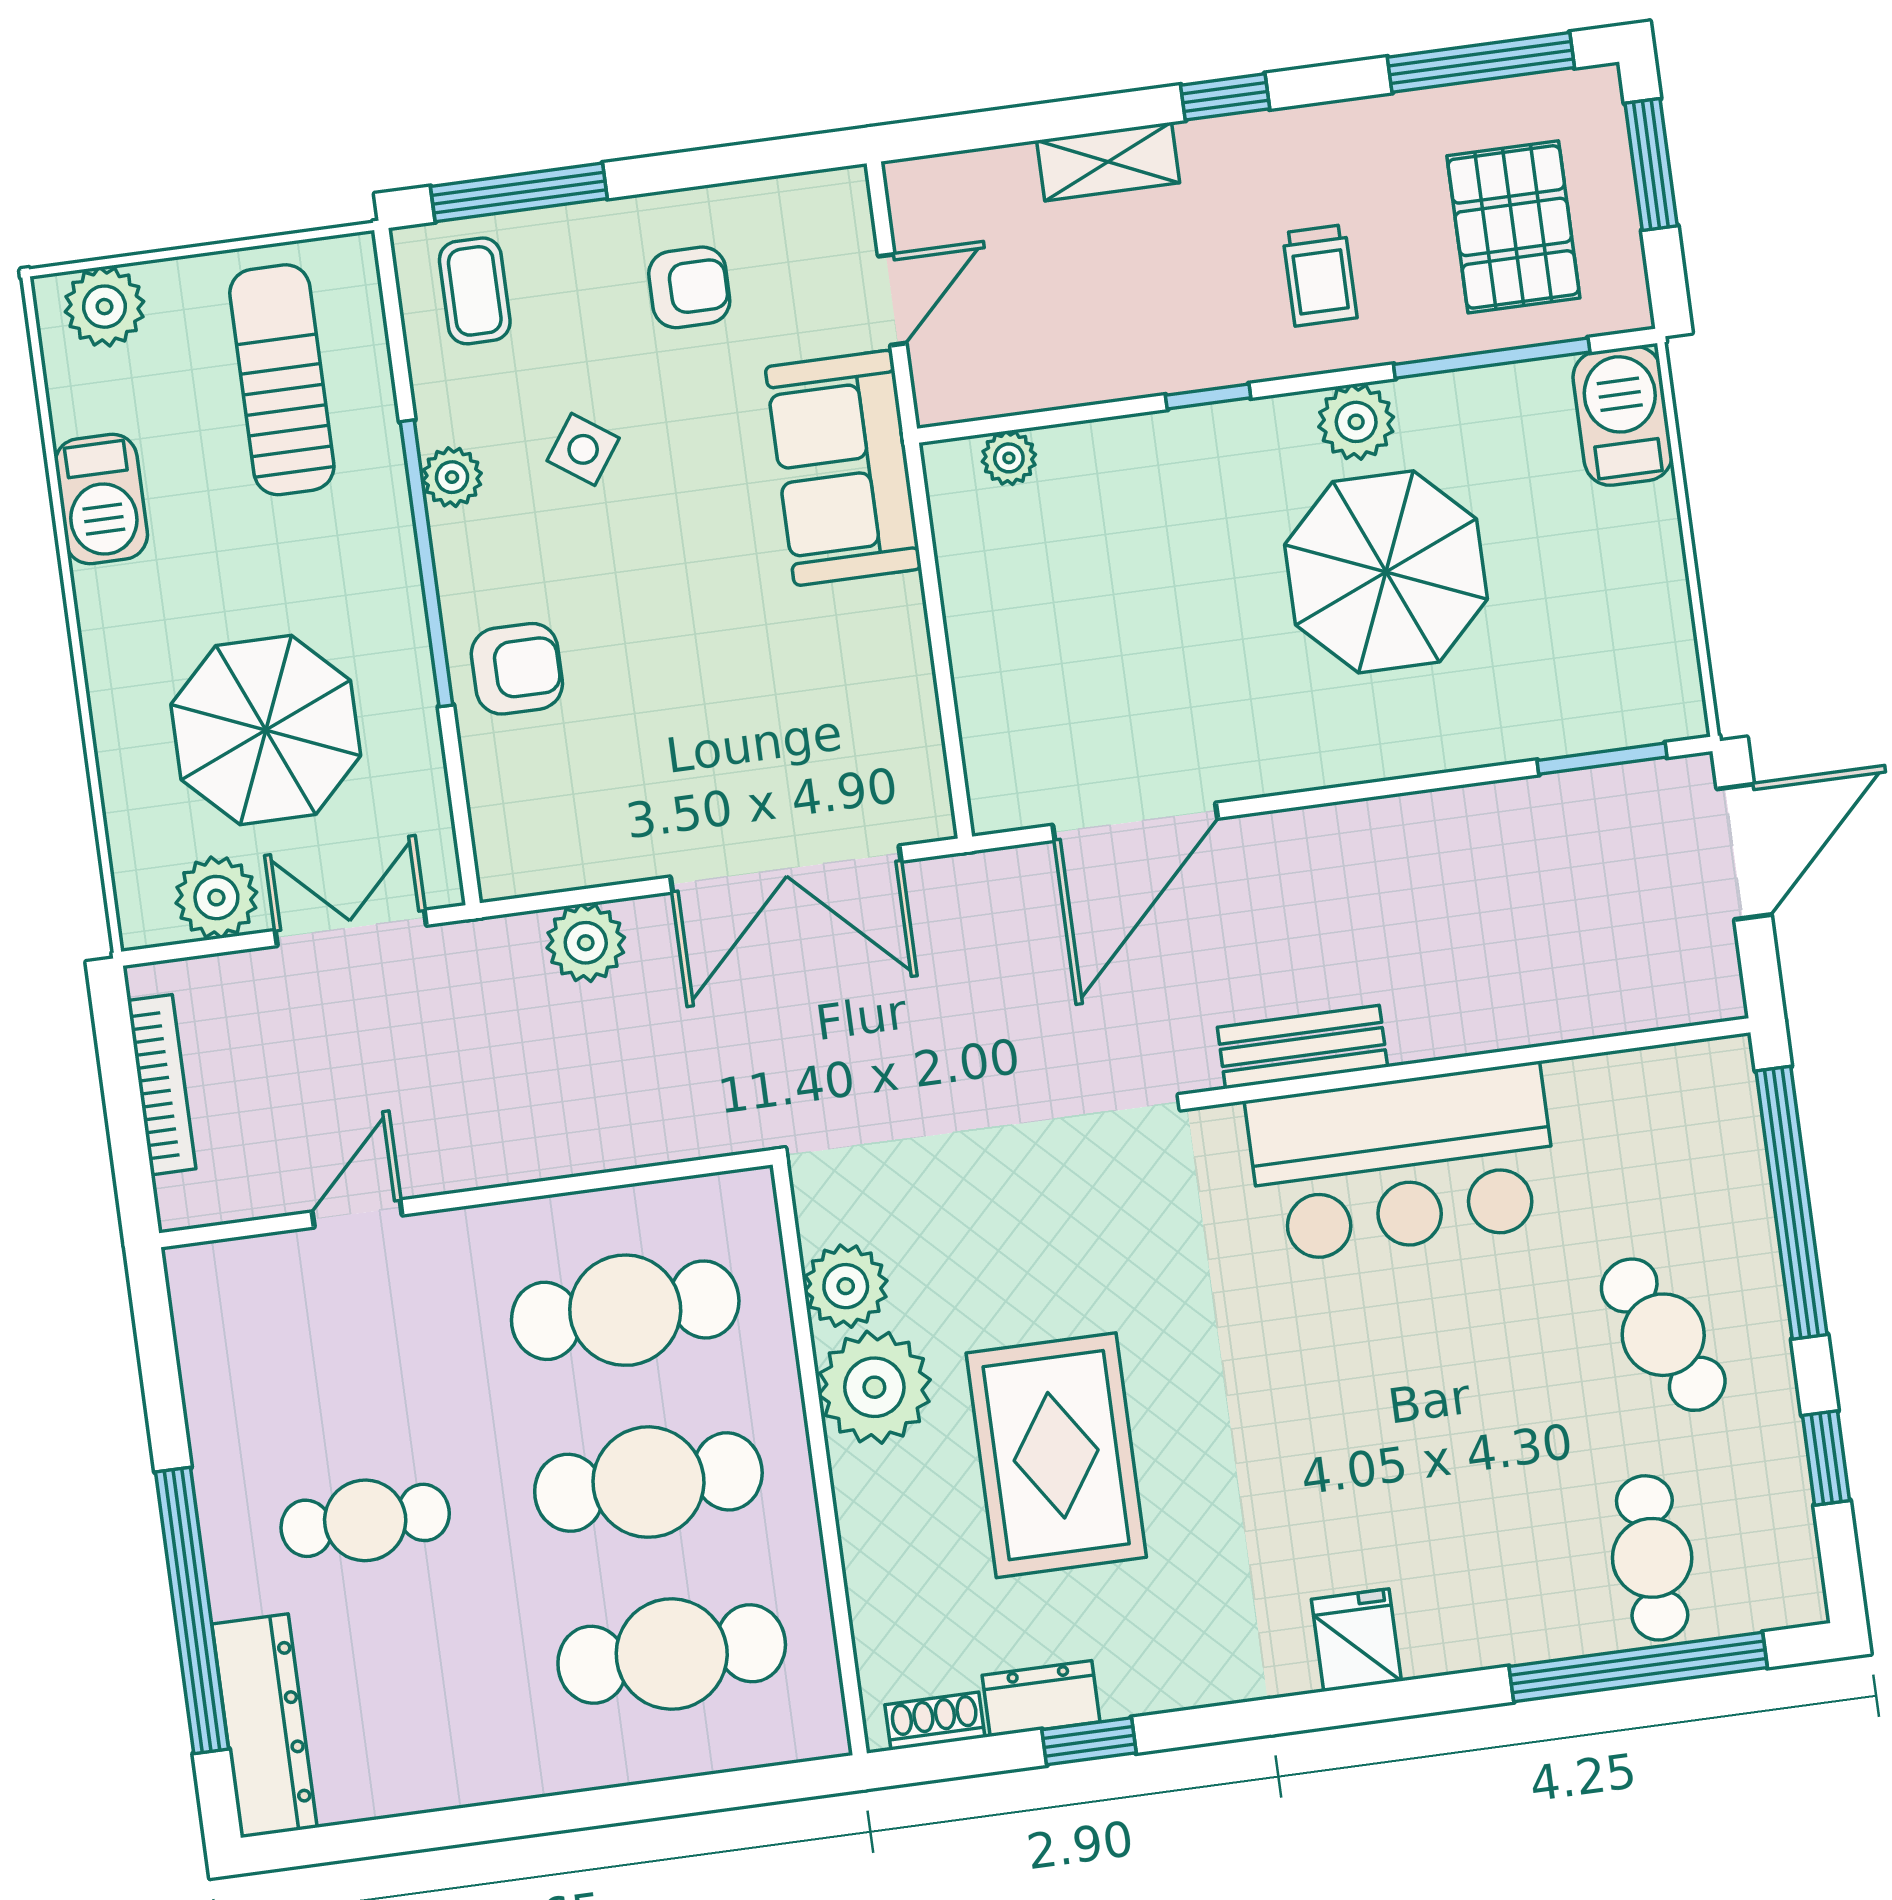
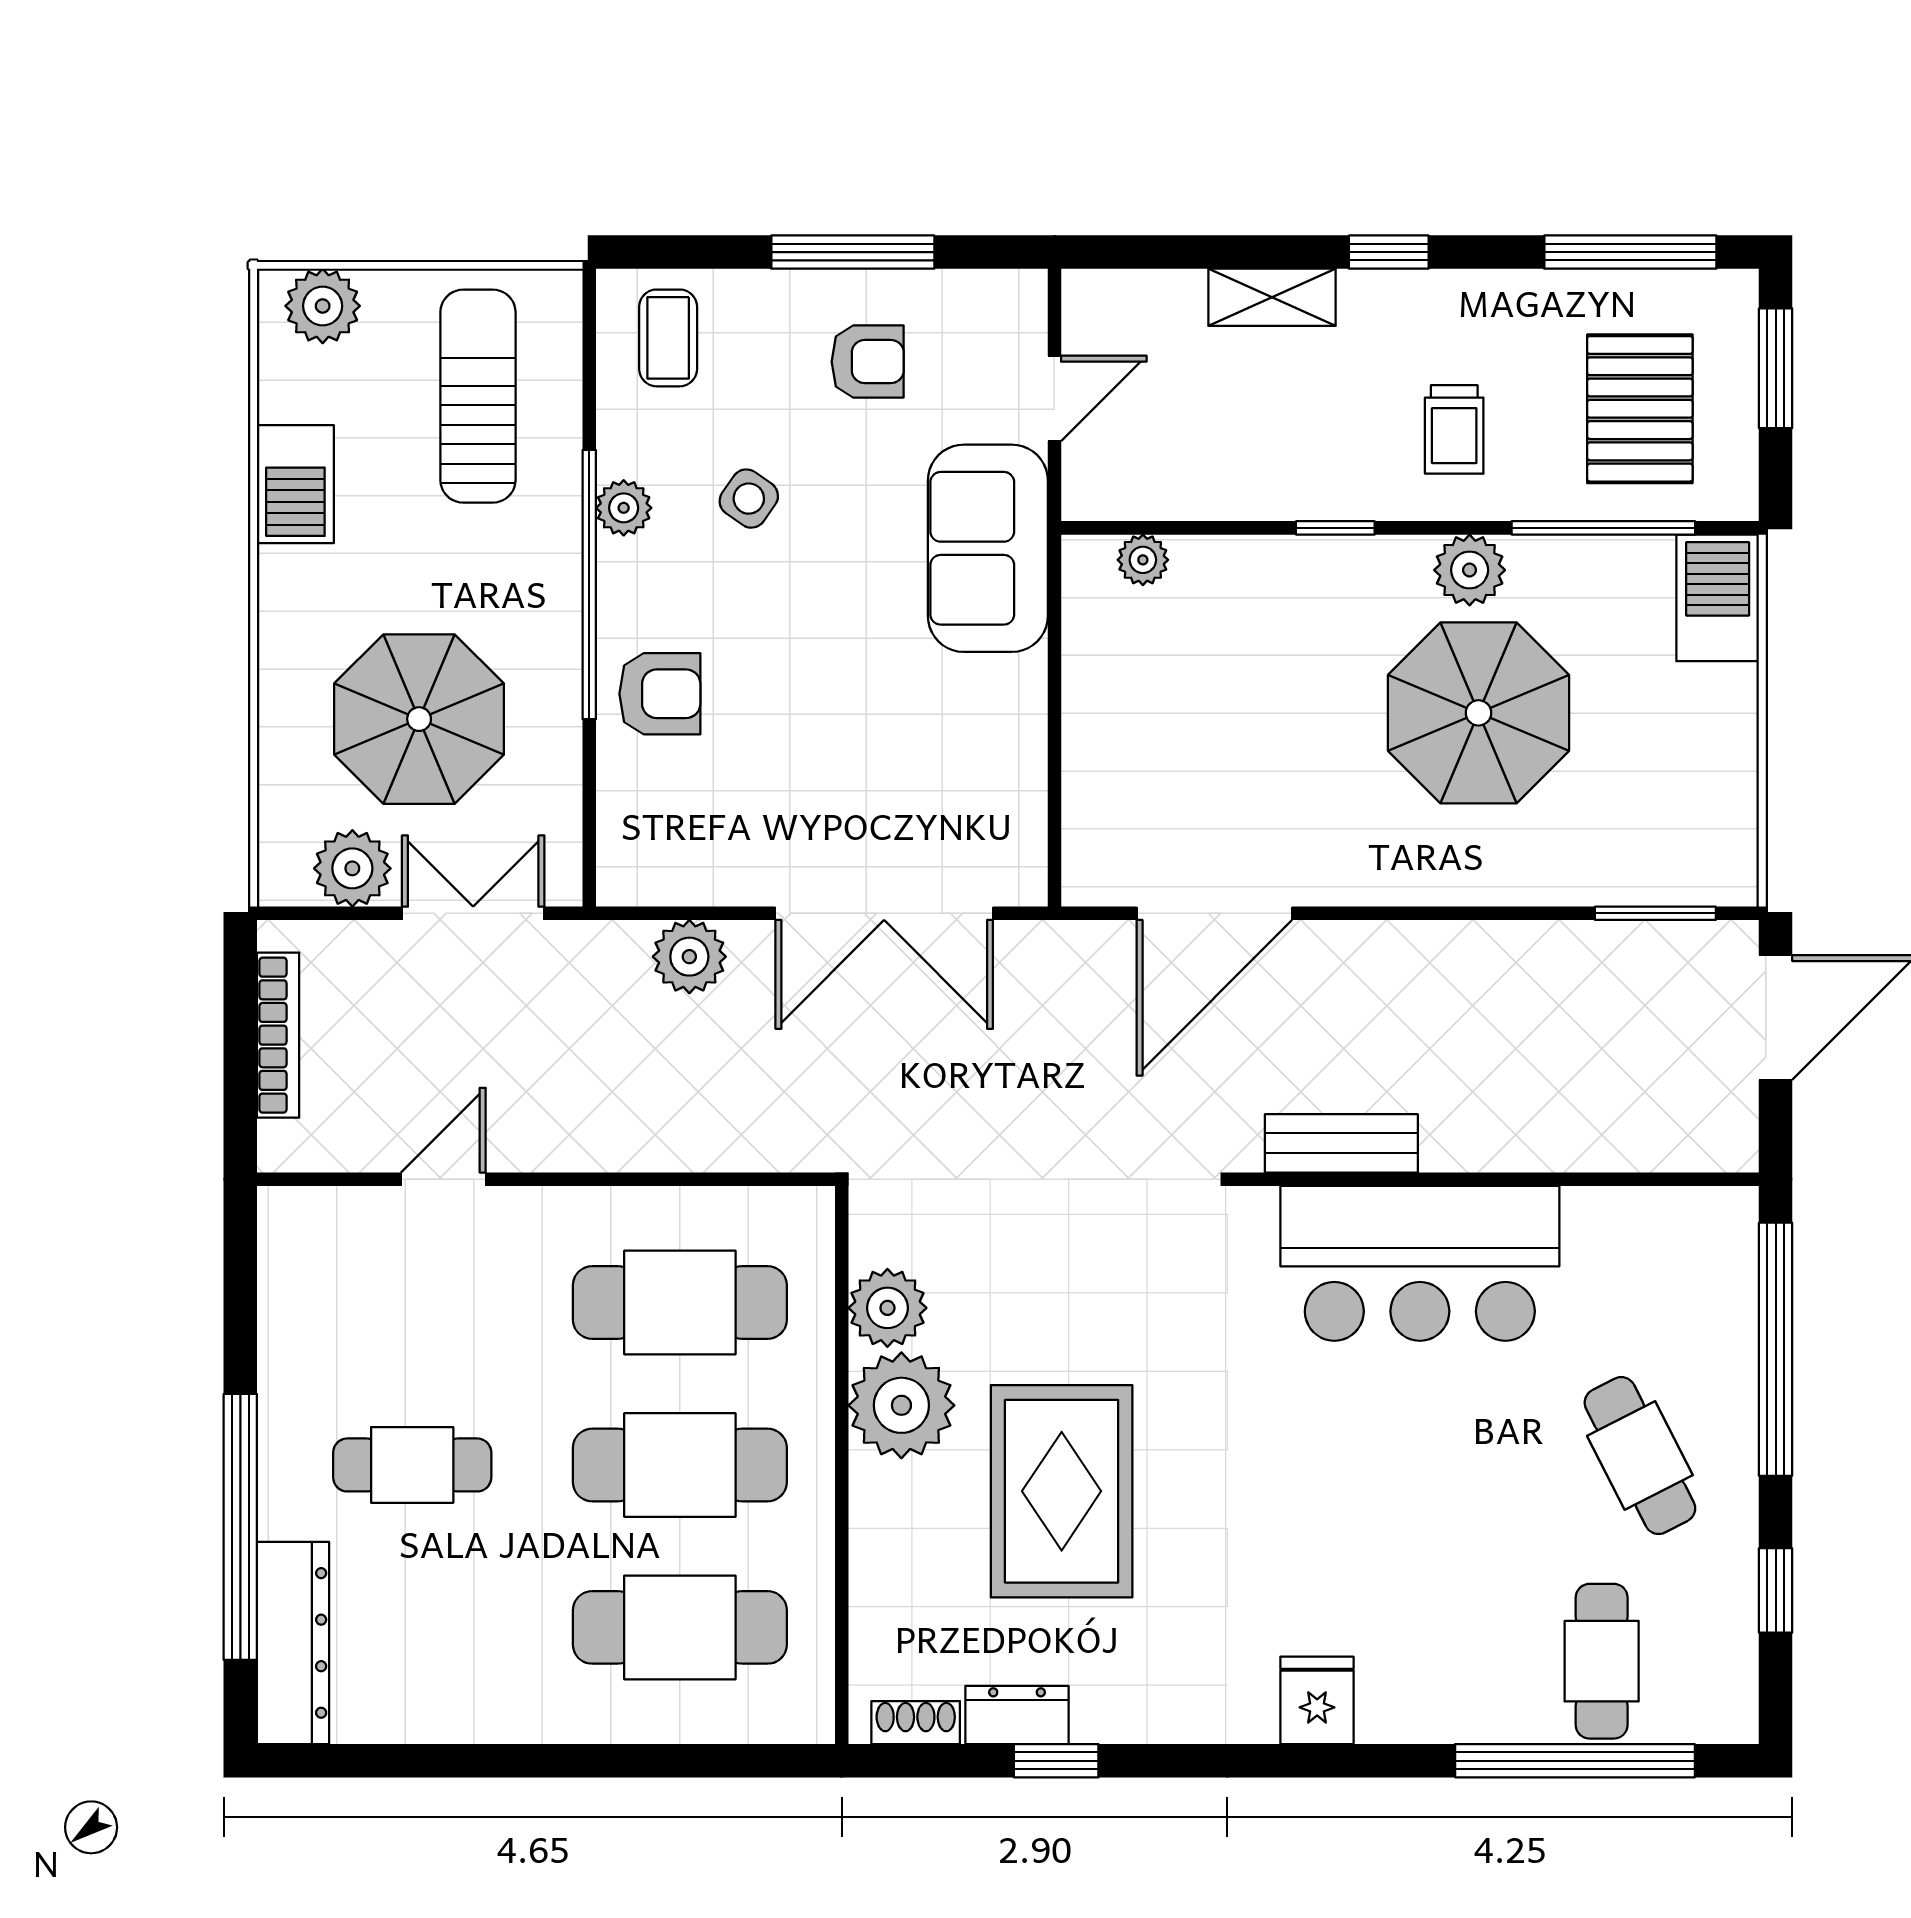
window: (519, 192) -> (853, 252), moved

